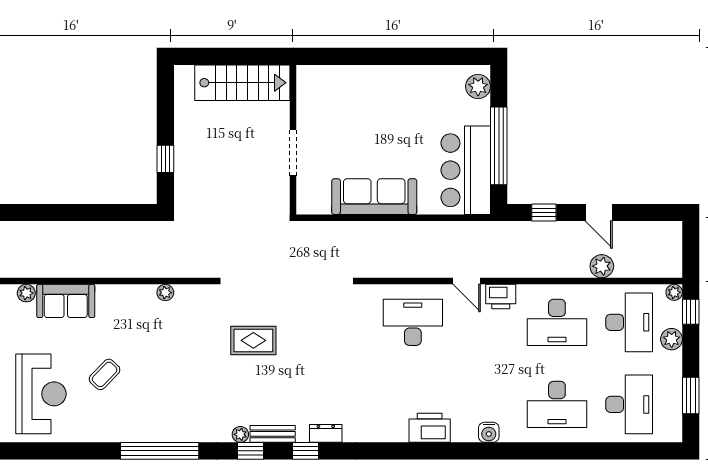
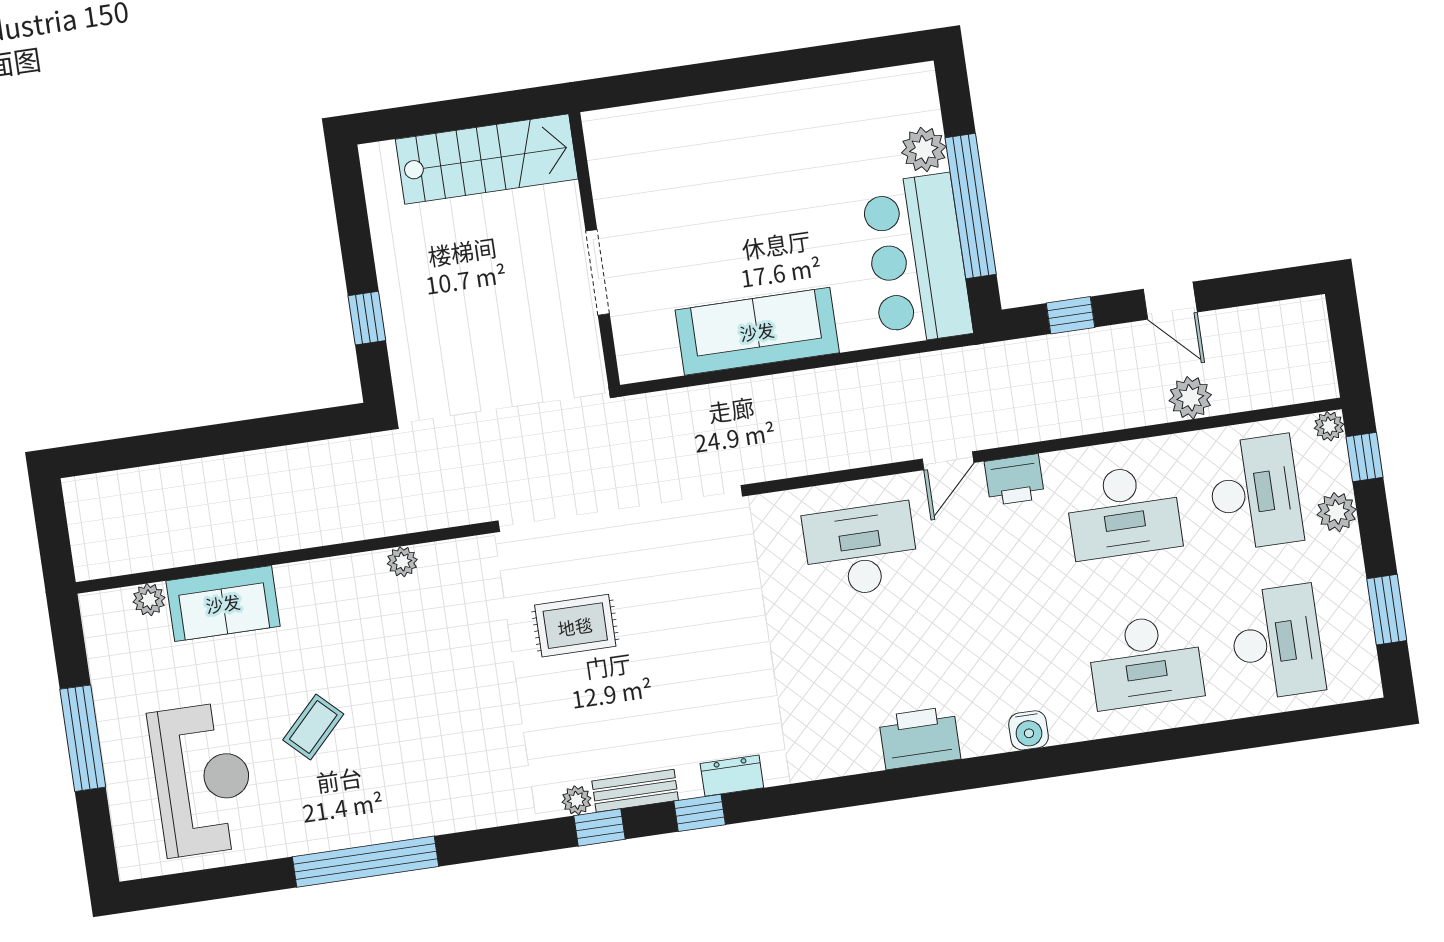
plant: (478, 87) -> (924, 150), moved
door: (467, 281) -> (948, 461), hinge flipped
window: (160, 451) -> (365, 862), moved

